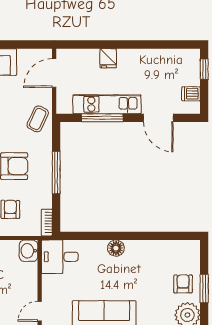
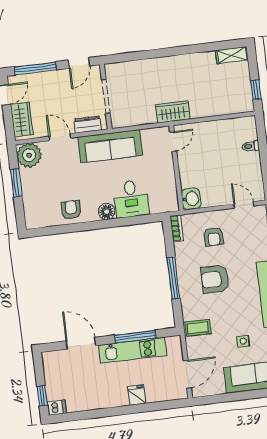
dishwasher: (191, 94) -> (57, 408), moved
coffee table: (38, 119) -> (198, 328), turned 65
desk: (60, 257) -> (131, 199), moved, turned 90
armchair: (183, 284) -> (71, 210), moved, turned 180

